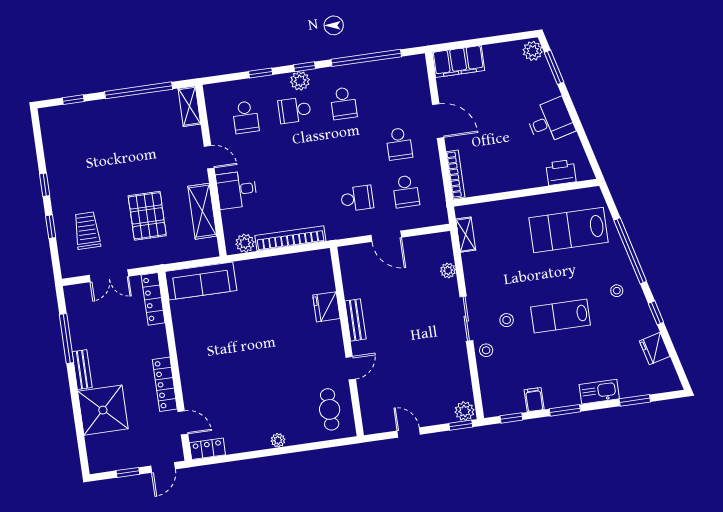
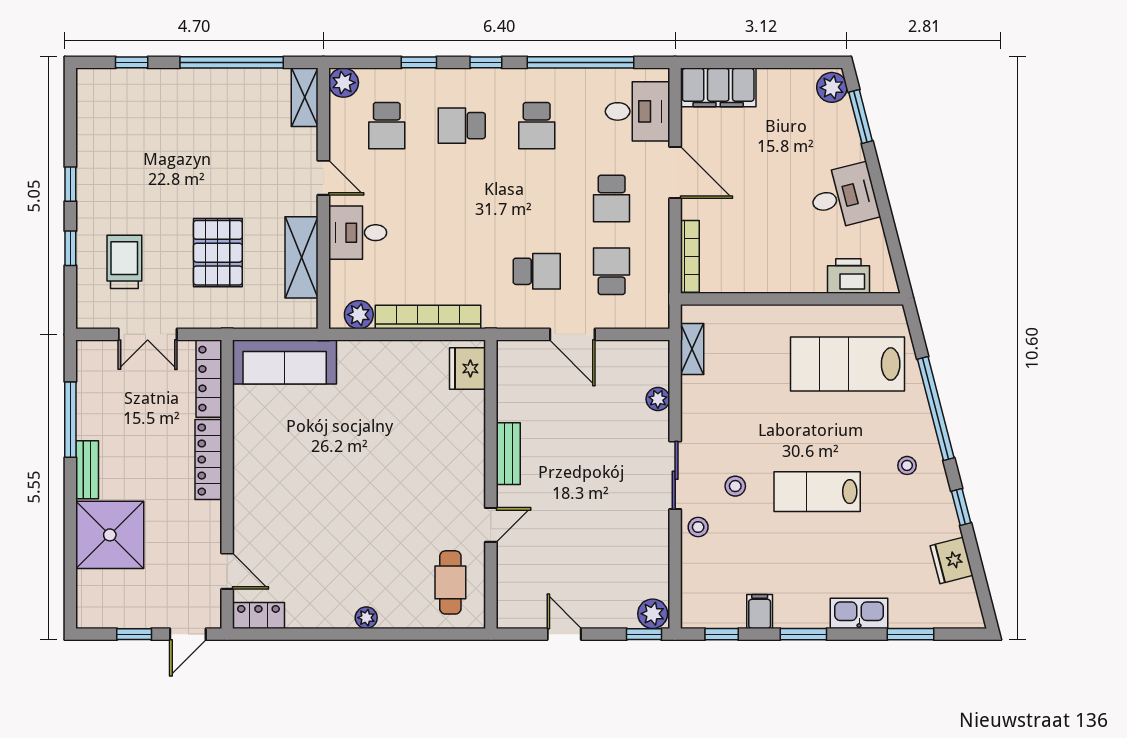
plant: (300, 81) -> (344, 83), moved
desk: (408, 85) -> (638, 111), added
school desk: (406, 191) -> (612, 271), turned 180
fridge: (326, 307) -> (468, 368), moved
locker: (165, 384) -> (208, 460), moved

